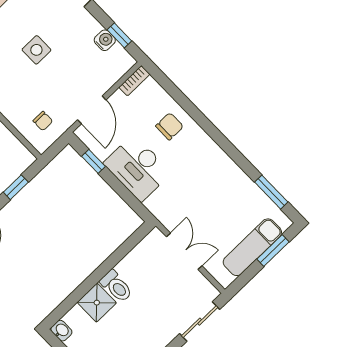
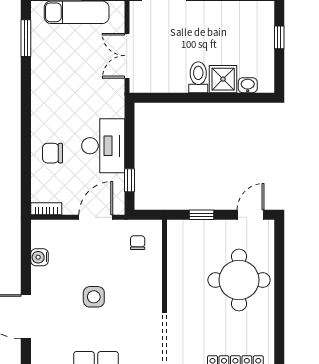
window: (119, 35) -> (26, 251), removed
washbasin: (61, 331) -> (248, 85), moved, turned 90

